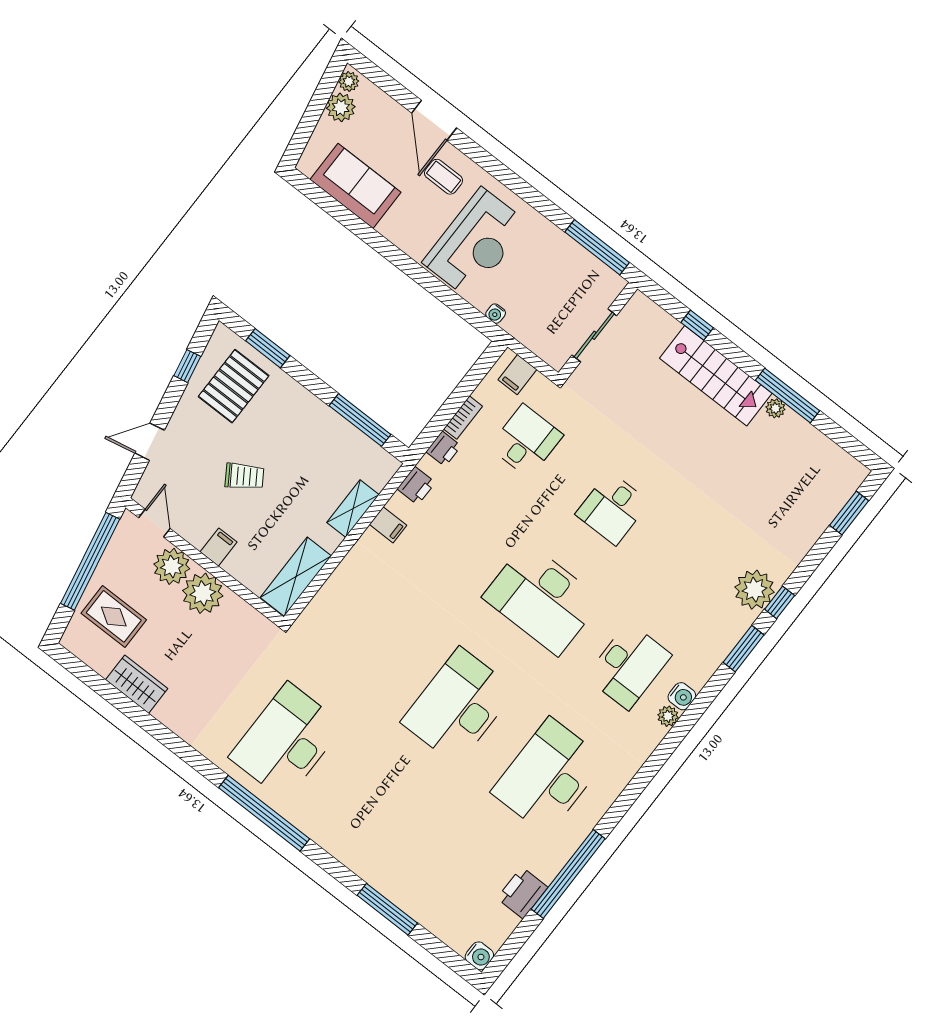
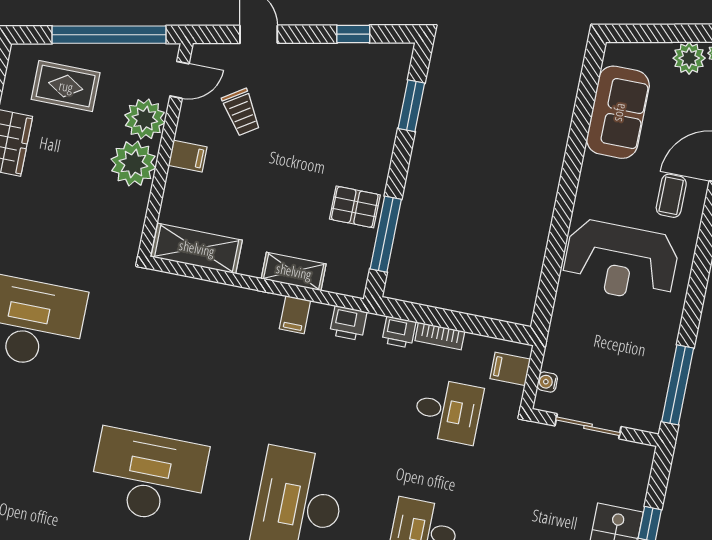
water cooler: (496, 314) -> (547, 382), moved
pallet: (234, 386) -> (355, 207), moved, width x0.67, depth x0.71
trolley: (244, 476) -> (241, 112), moved
rug: (114, 616) -> (66, 86), turned 90

